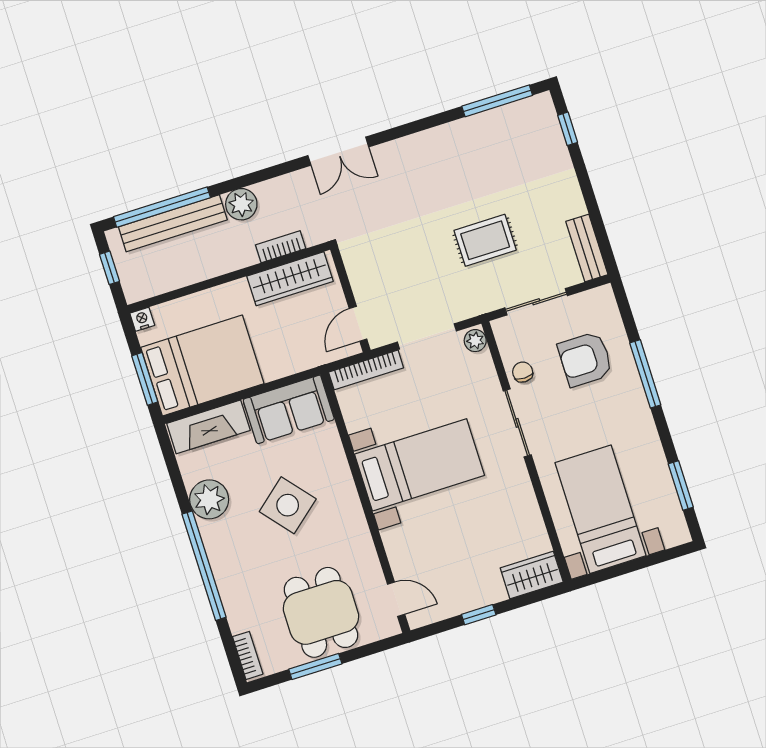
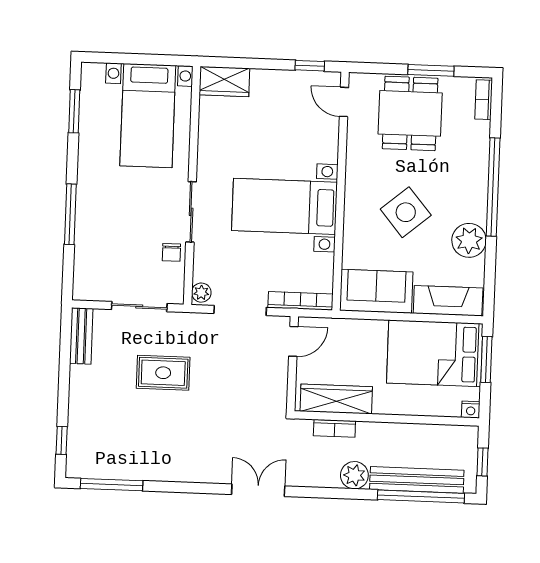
armchair: (585, 359) -> (116, 244), removed
window: (479, 615) -> (310, 66), moved

